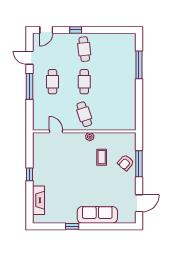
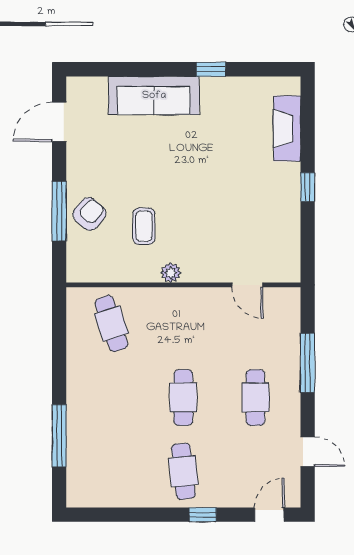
window: (29, 86) -> (308, 363), moved
cafe table: (84, 114) -> (111, 324), moved

